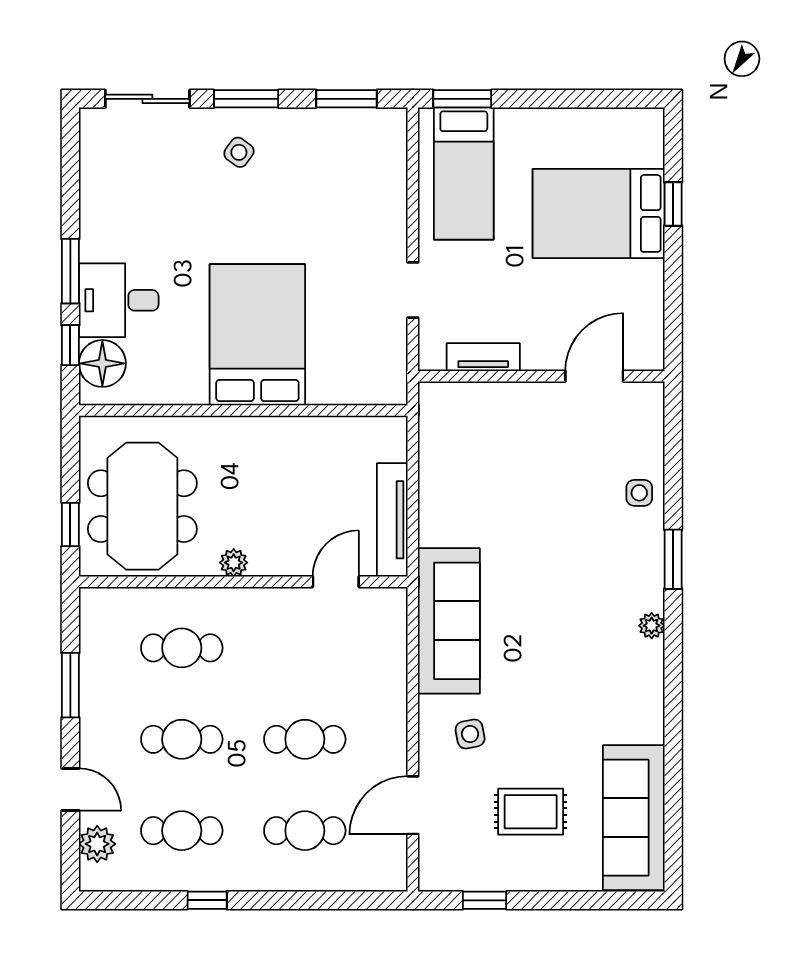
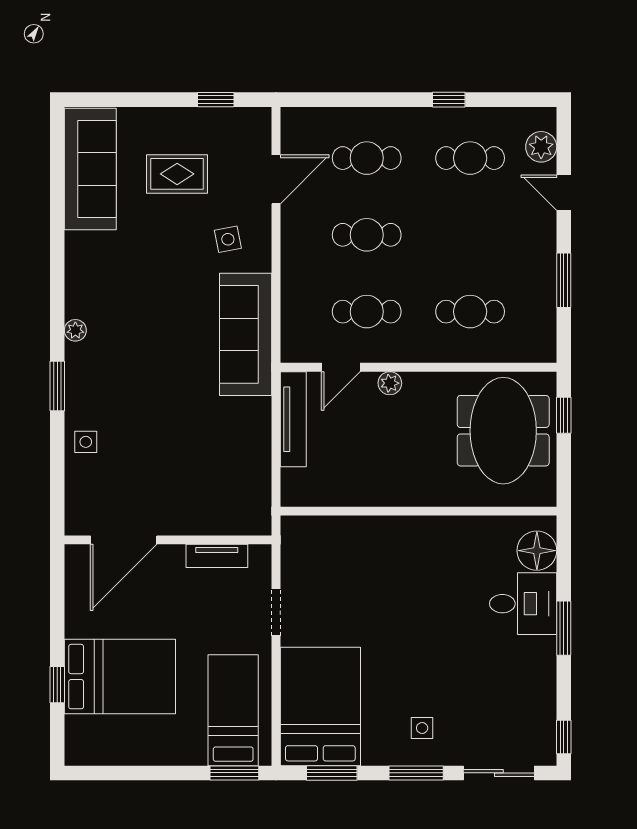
side table: (239, 152) -> (422, 728), turned -36
bed: (257, 335) -> (320, 706), moved, turned 180
window: (70, 345) -> (564, 737), moved
door: (594, 376) -> (124, 540), width x1.36
plant: (234, 563) -> (390, 383), moved
cafe table: (182, 739) -> (367, 312), moved

